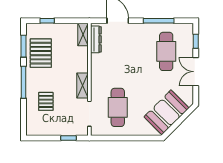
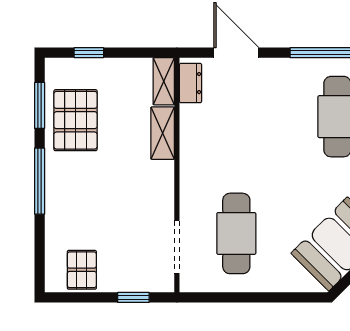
dresser: (96, 39) -> (190, 83), width x0.70
shelving: (82, 86) -> (163, 133), moved
pallet: (46, 101) -> (82, 270), moved

